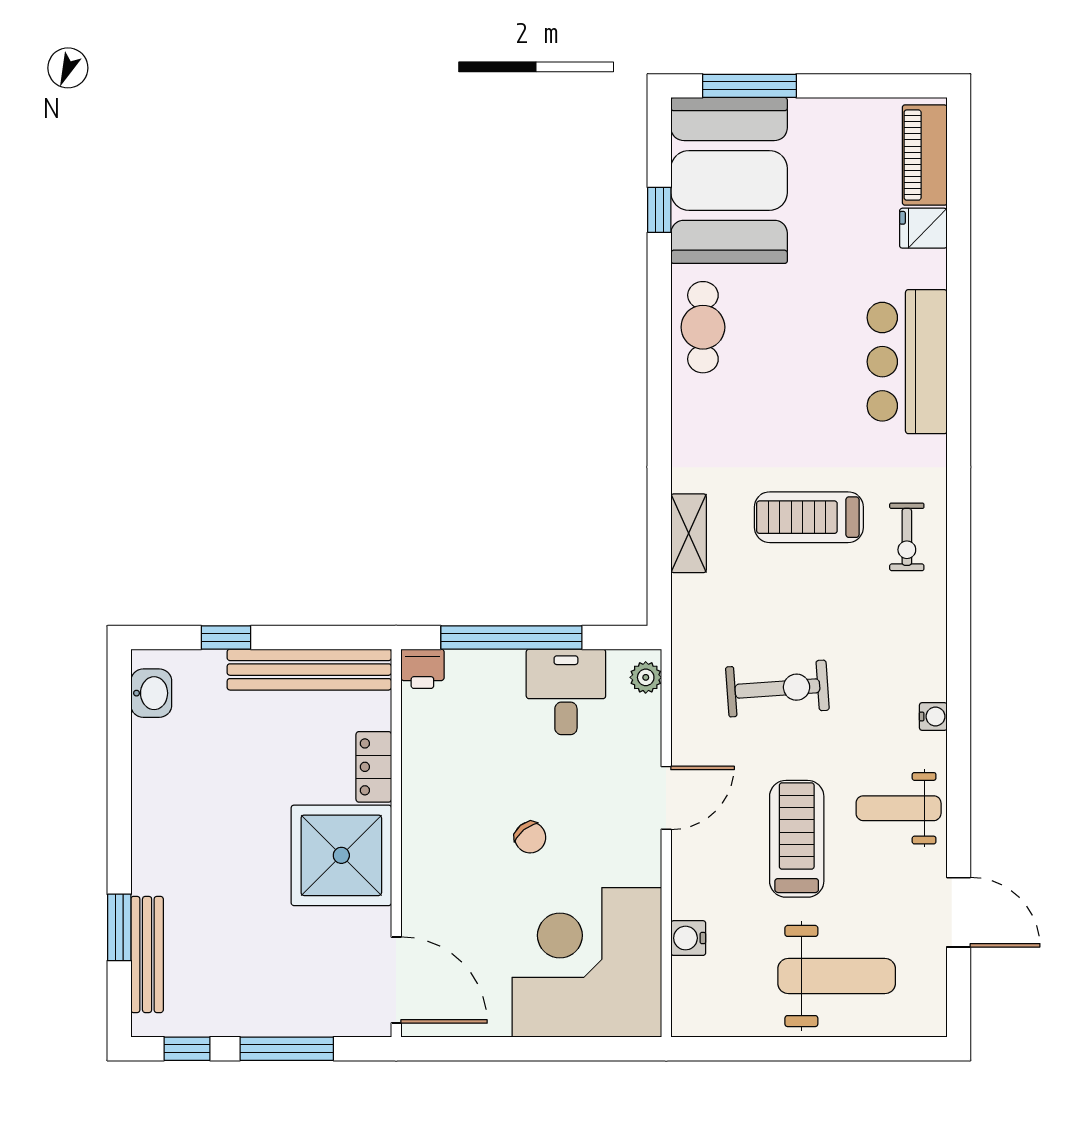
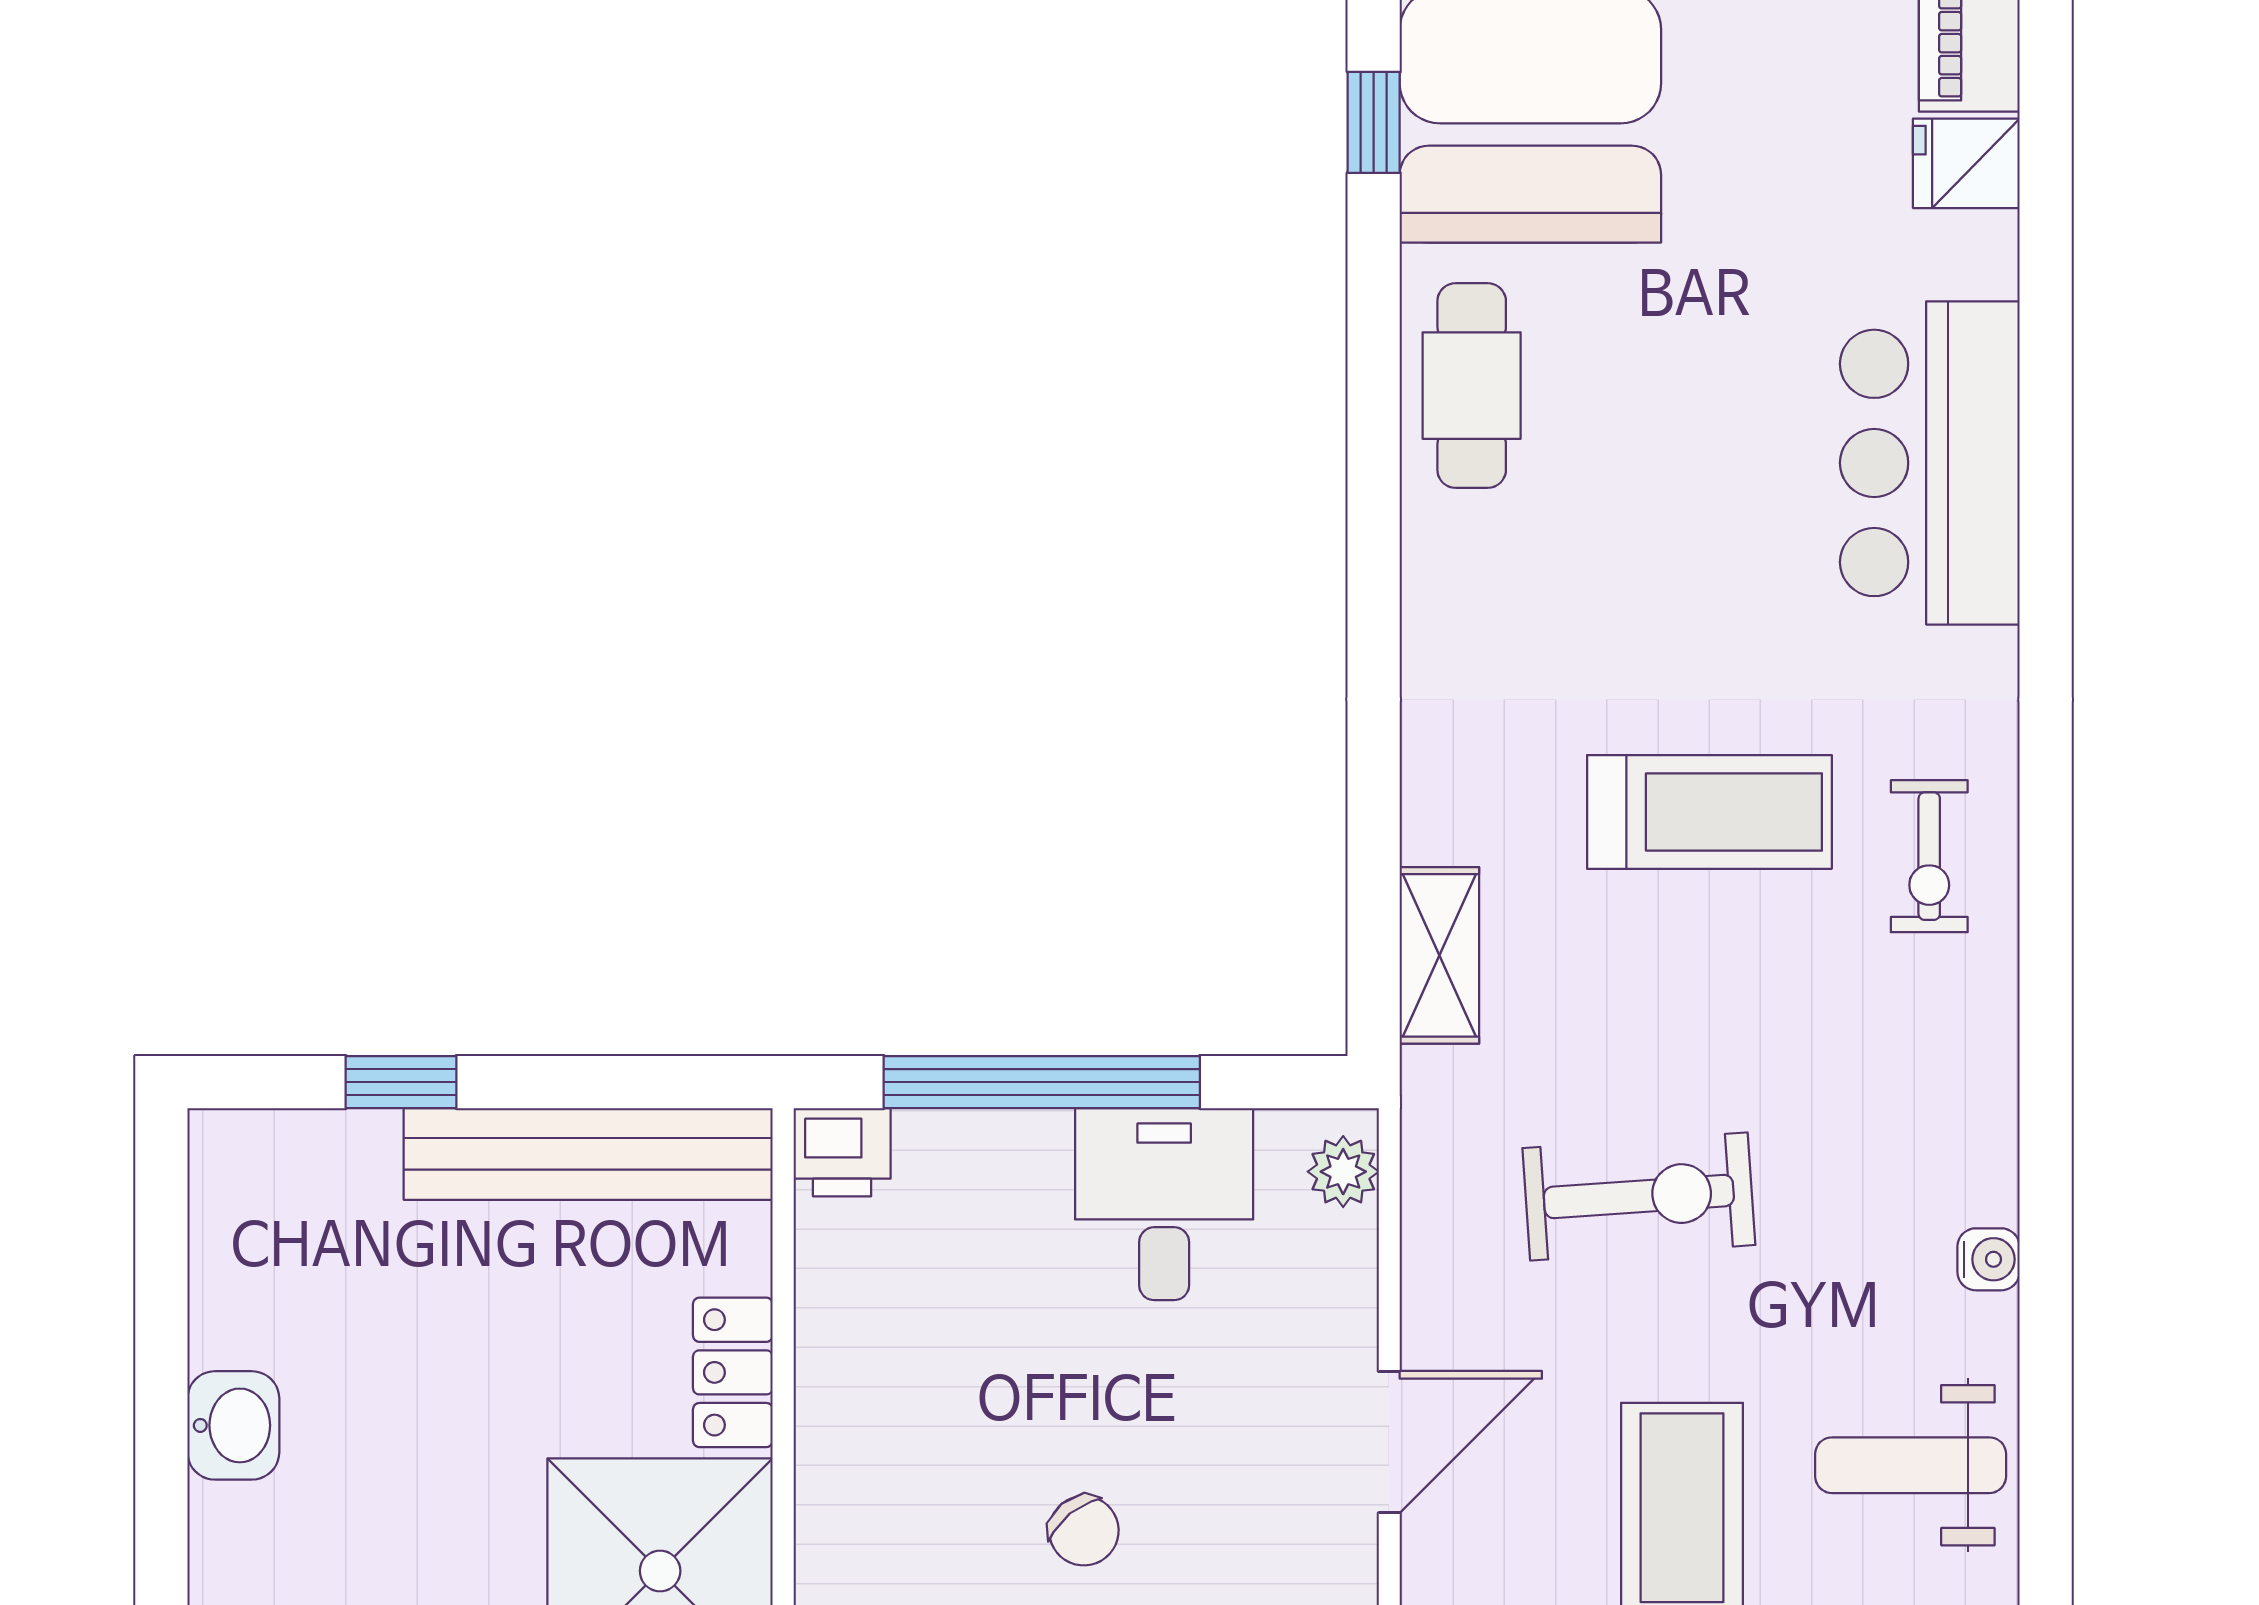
treadmill: (809, 517) -> (1709, 812), turned 180
shelving: (689, 533) -> (1439, 955), moved
washbasin: (151, 693) -> (233, 1425), moved

